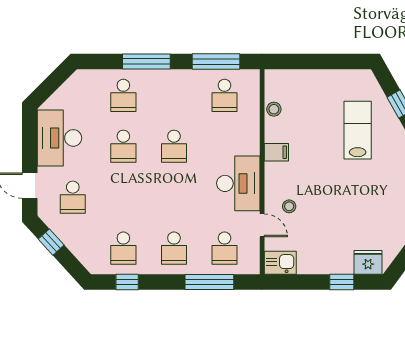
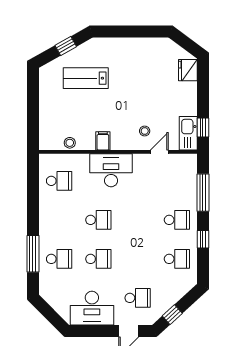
window: (146, 62) -> (33, 254), moved
window: (216, 62) -> (33, 187), removed
desk: (238, 183) -> (111, 170), moved
school desk: (225, 248) -> (177, 181), removed
kitchen sink: (280, 263) -> (188, 133), width x1.38
window: (127, 282) -> (203, 239), moved
window: (342, 282) -> (203, 128), moved

